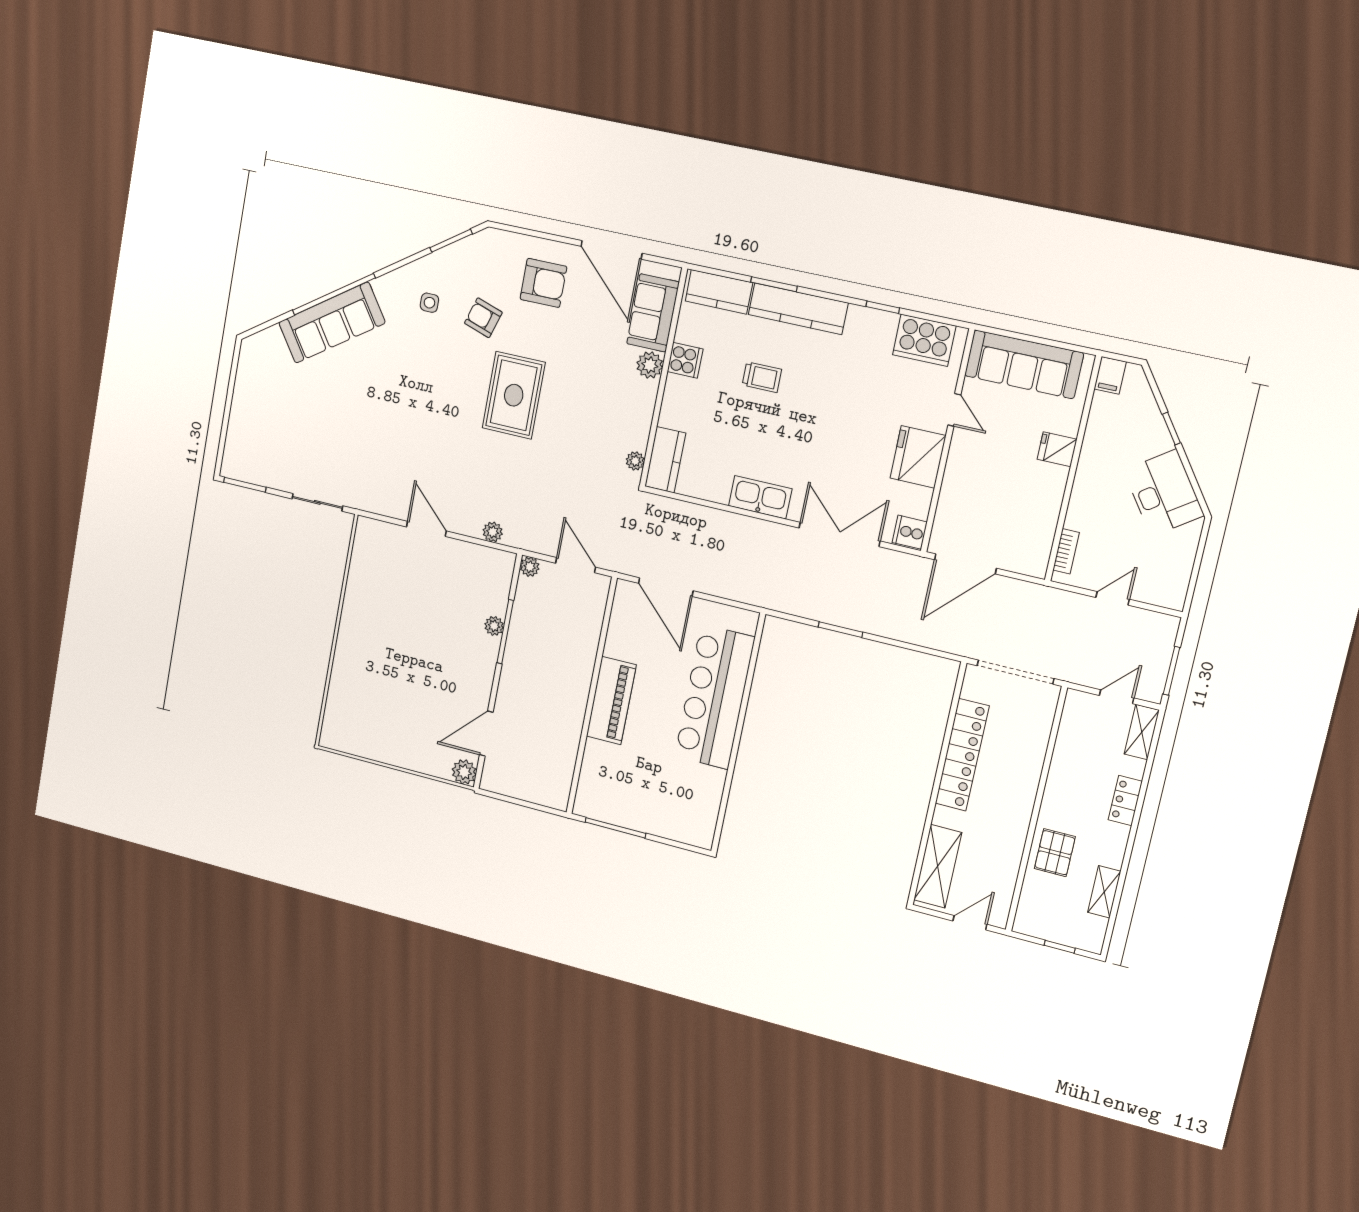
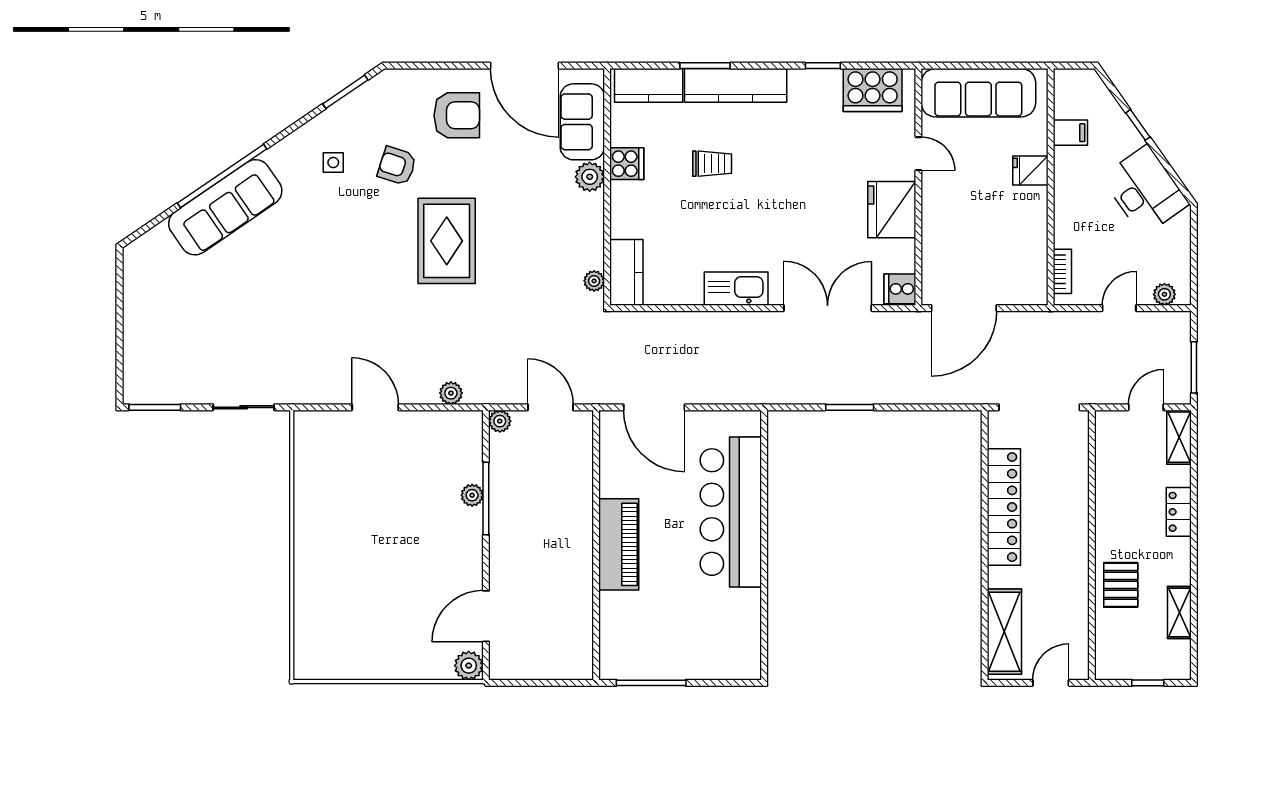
filing cabinet: (1110, 375) -> (1070, 133), moved, turned -90
plant: (1159, 596) -> (1164, 294), added

